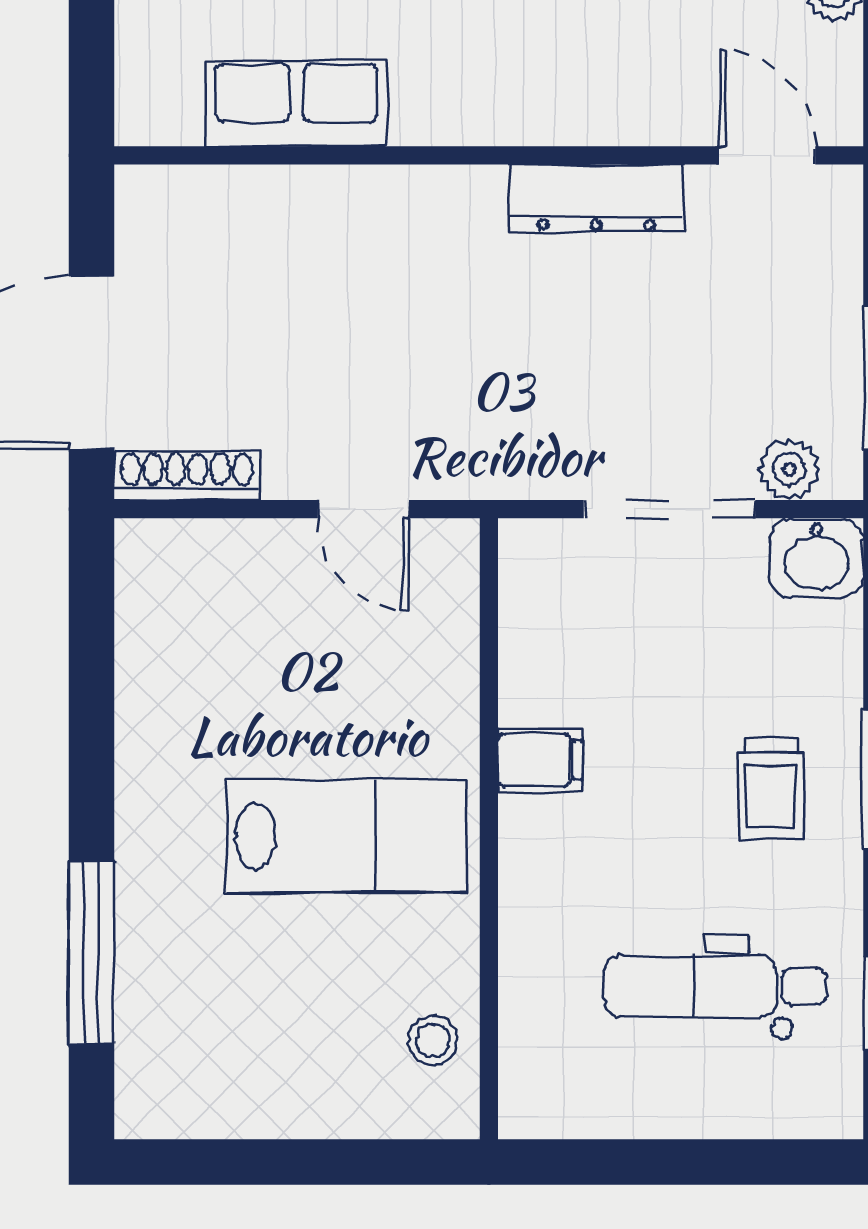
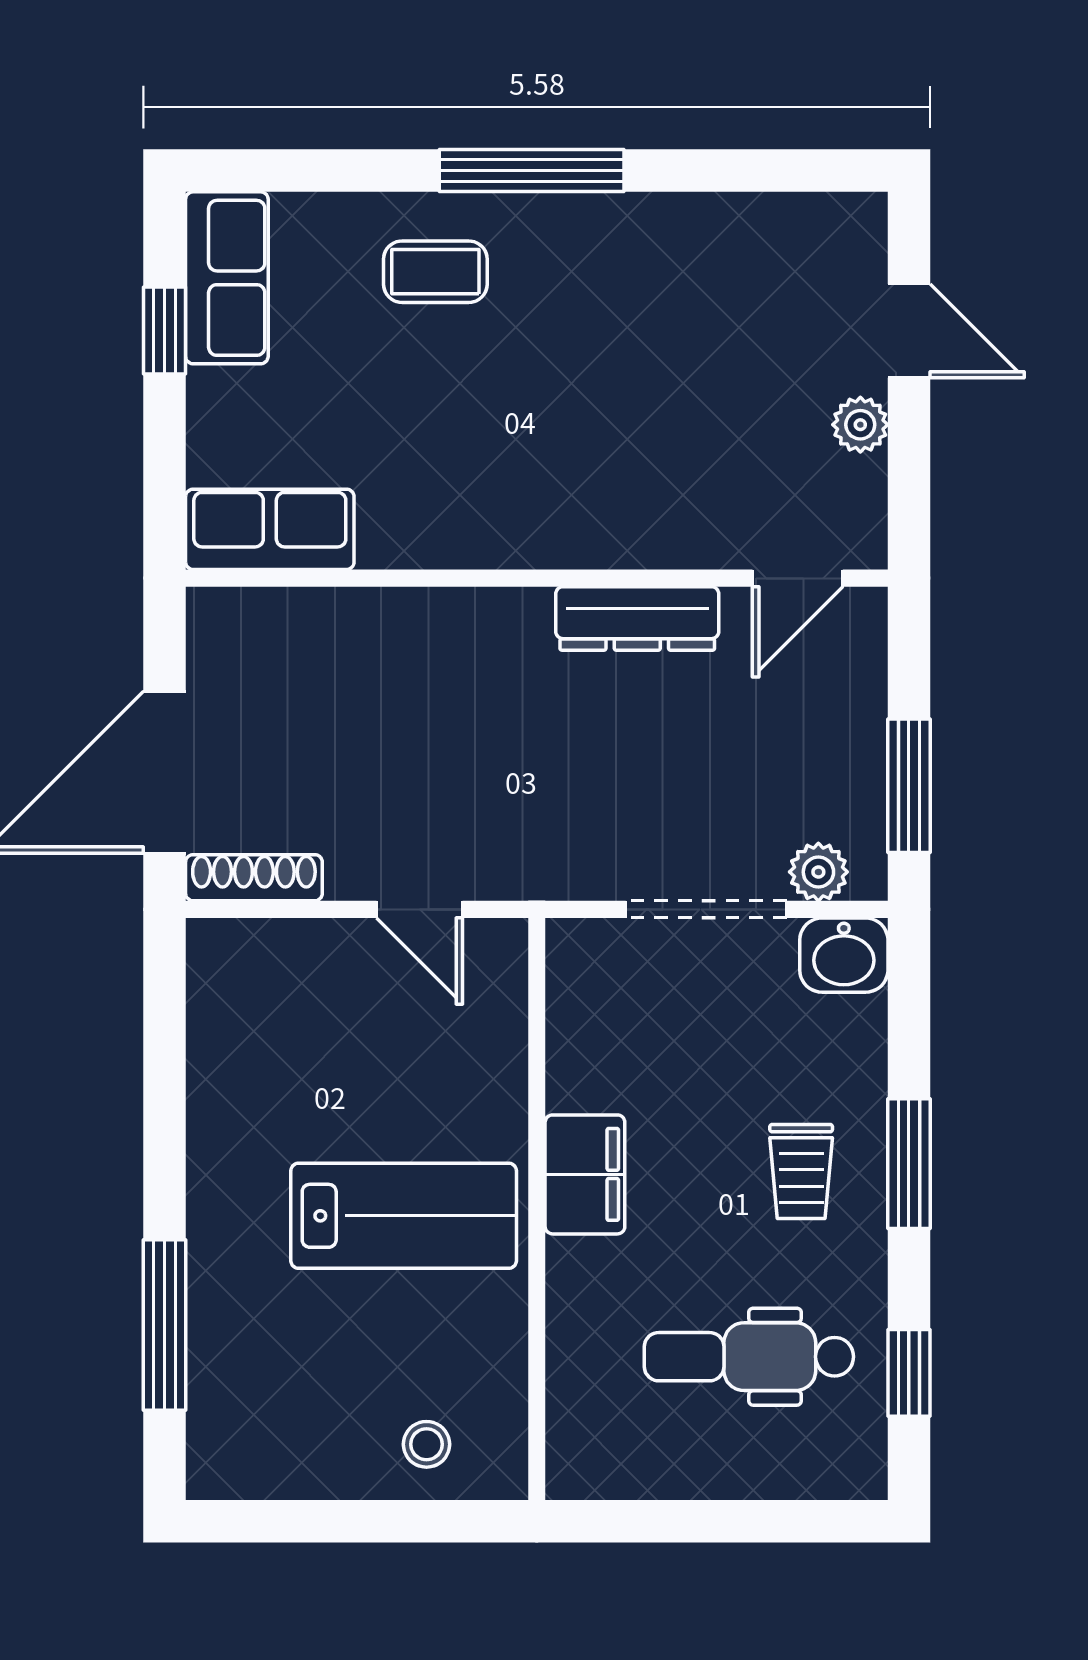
row of seats: (296, 103) -> (270, 529), moved
door: (767, 155) -> (798, 578), swing flipped
filing cabinet: (540, 760) -> (585, 1174), width x2.00
stool: (433, 1040) -> (426, 1444), moved

